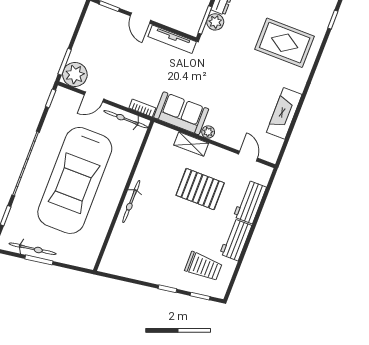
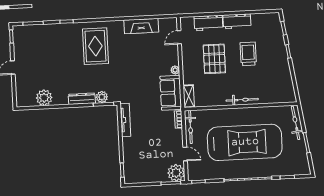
door: (140, 18) -> (121, 146), removed
shelving: (191, 144) -> (189, 96), moved
bicycle: (33, 249) -> (296, 123), moved
trolley: (203, 267) -> (248, 54), moved

